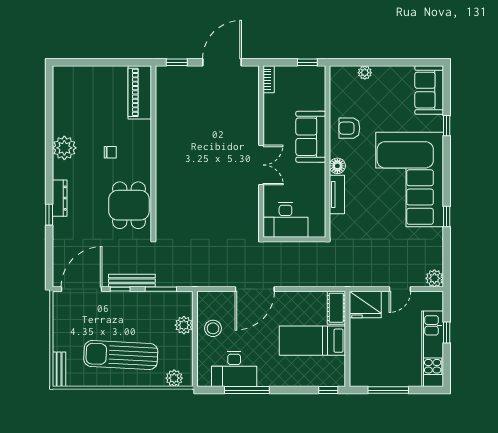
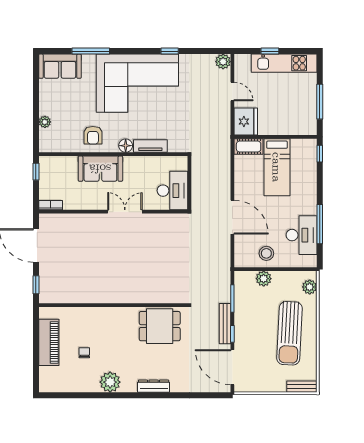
piano: (140, 92) -> (49, 342), moved, turned -90
window: (447, 126) -> (91, 51), width x2.17
chair: (110, 152) -> (84, 353), moved
window: (49, 215) -> (168, 395), removed

